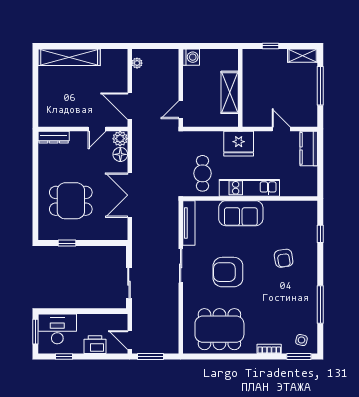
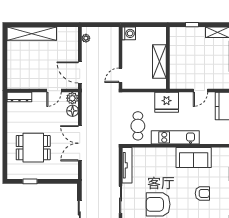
door: (281, 129) -> (200, 91), swing flipped
sofa: (241, 213) -> (194, 158), moved
armchair: (284, 258) -> (202, 193), turned -81

